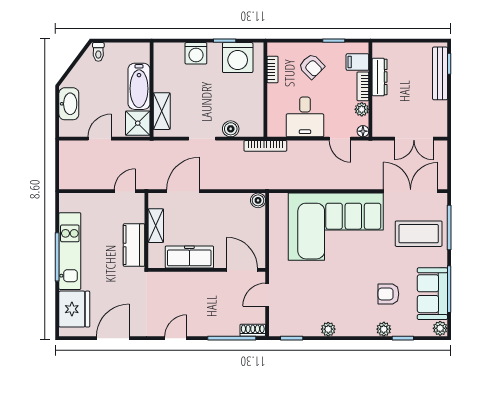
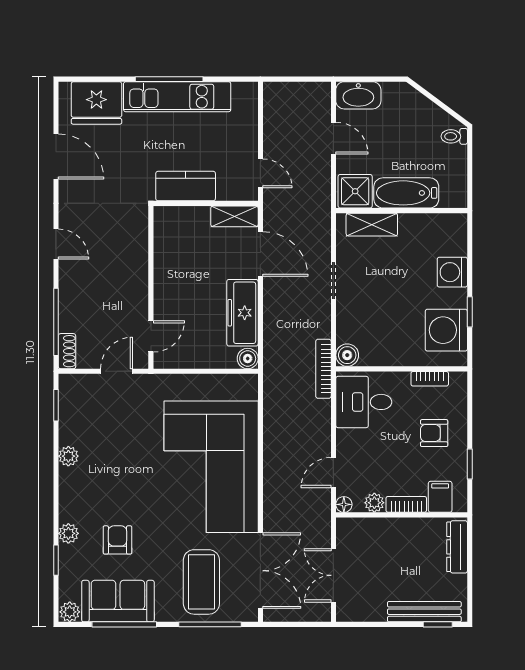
armchair: (312, 66) -> (434, 433), turned 45
dresser: (380, 77) -> (457, 547), moved, turned 90
washbasin: (69, 104) -> (358, 95), moved
desk: (305, 117) -> (364, 402), moved
boiler: (231, 129) -> (347, 355), moved
shelving: (156, 226) -> (234, 216), moved
freezer: (189, 257) -> (242, 313), moved, turned 180
door: (242, 270) -> (151, 336), width x0.73
door: (267, 295) -> (117, 371), hinge flipped

